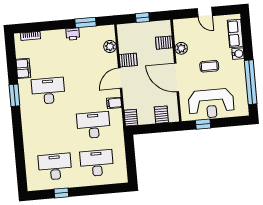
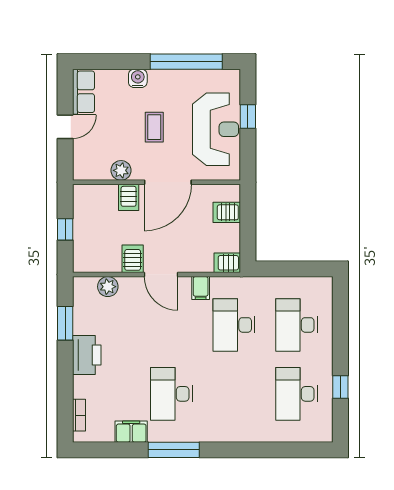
row of seats: (235, 33) -> (84, 92), moved, turned -90
printer: (73, 34) -> (87, 355), width x1.87, depth x1.48
server rack: (164, 43) -> (129, 197), moved
window: (14, 95) -> (174, 450), width x1.44
window: (203, 124) -> (248, 116), moved

